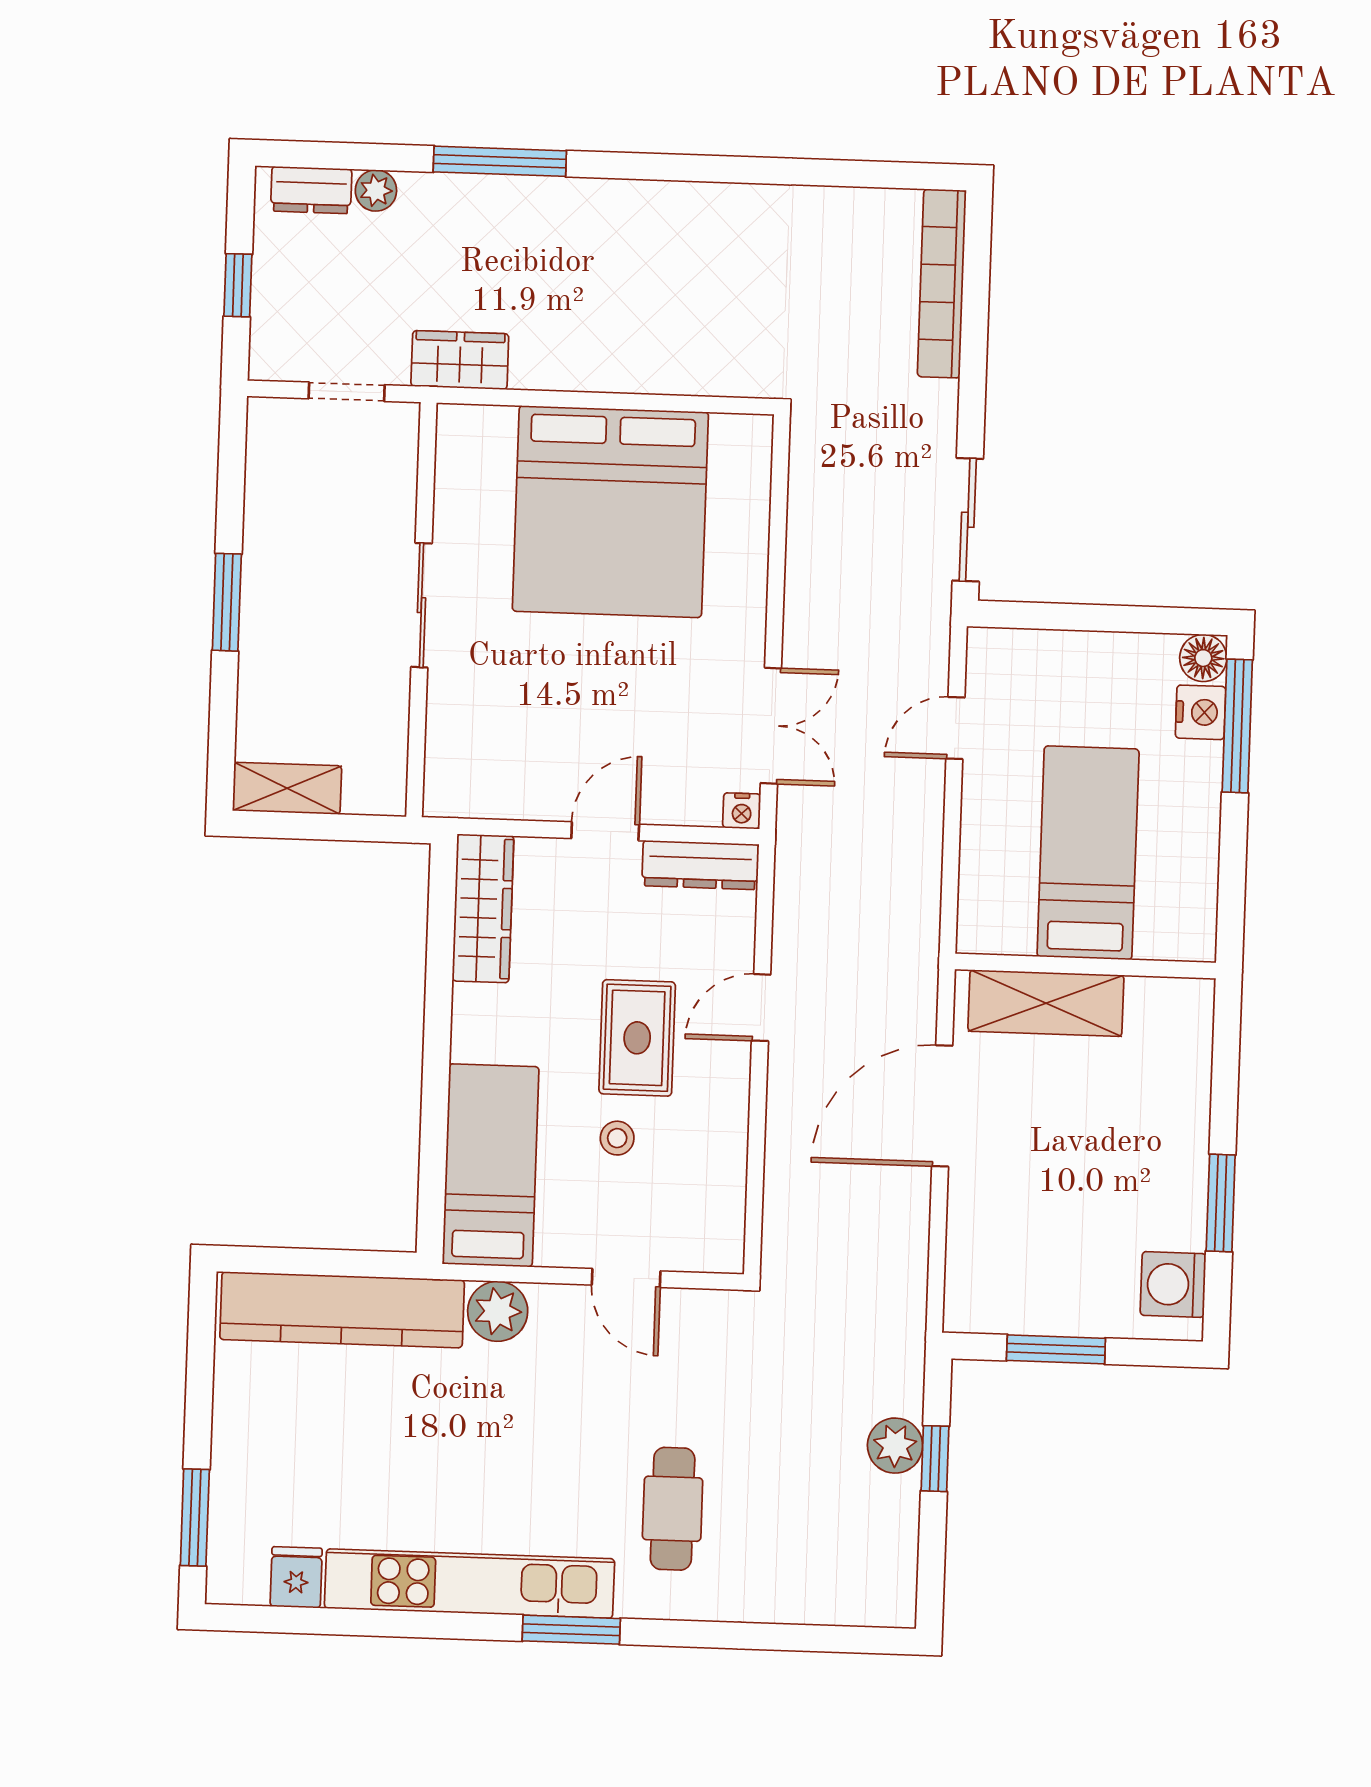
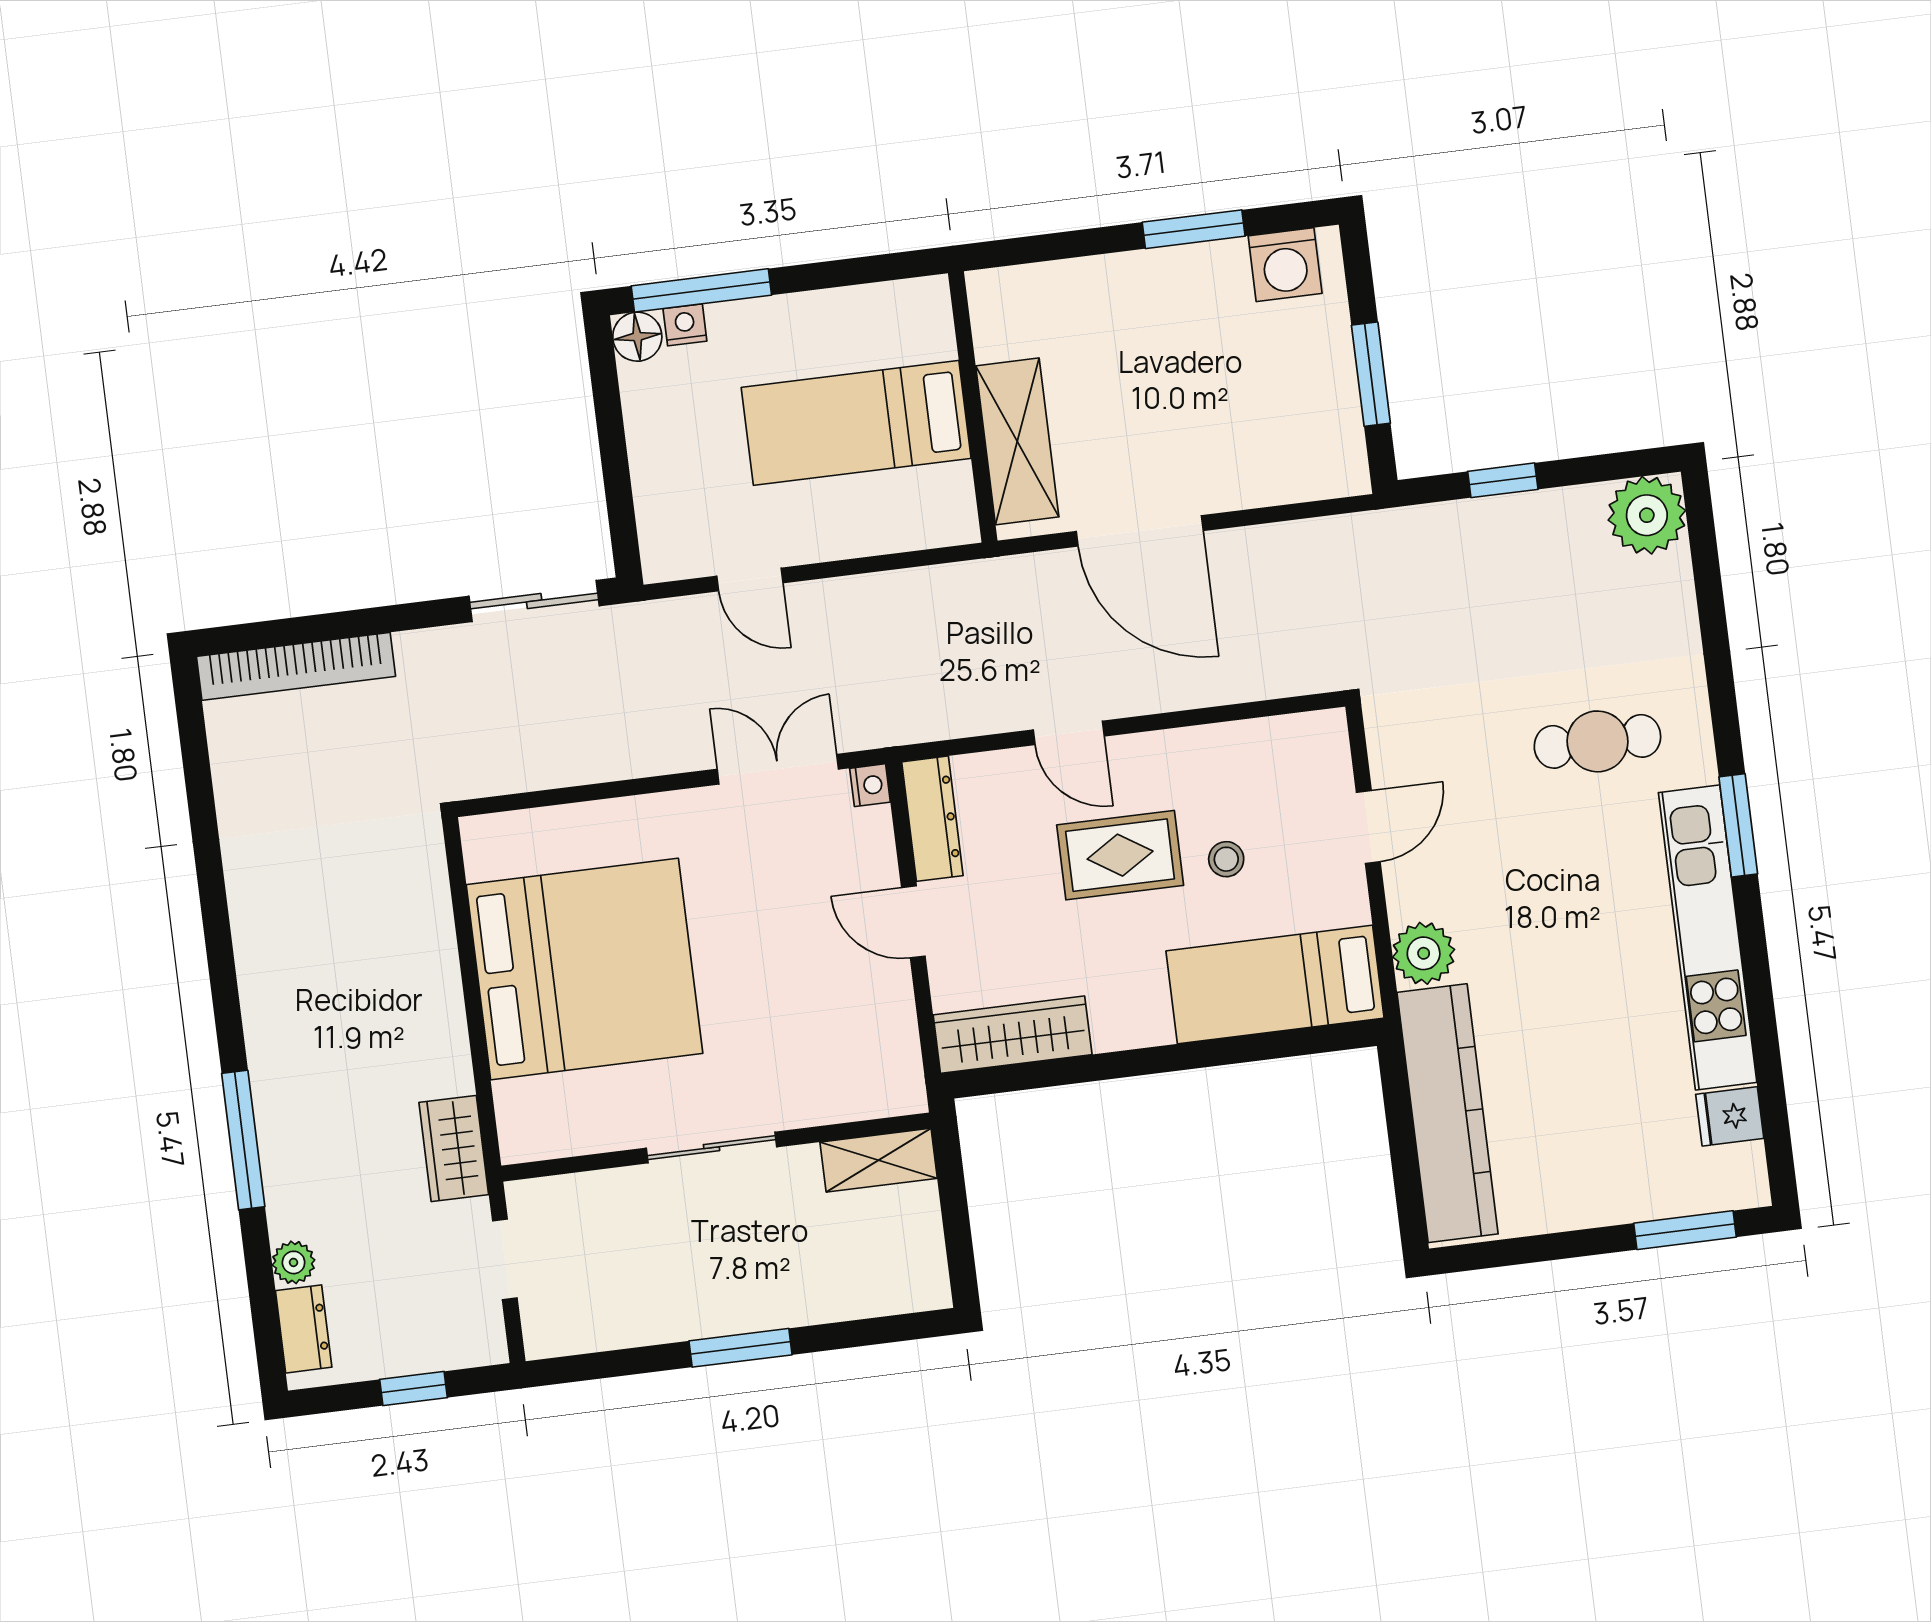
nightstand: (1201, 712) -> (685, 325), width x0.72, depth x0.74
shelving: (287, 788) -> (879, 1160), moved, turned 90
plant: (895, 1446) -> (1647, 515), moved, width x1.36, depth x1.36

